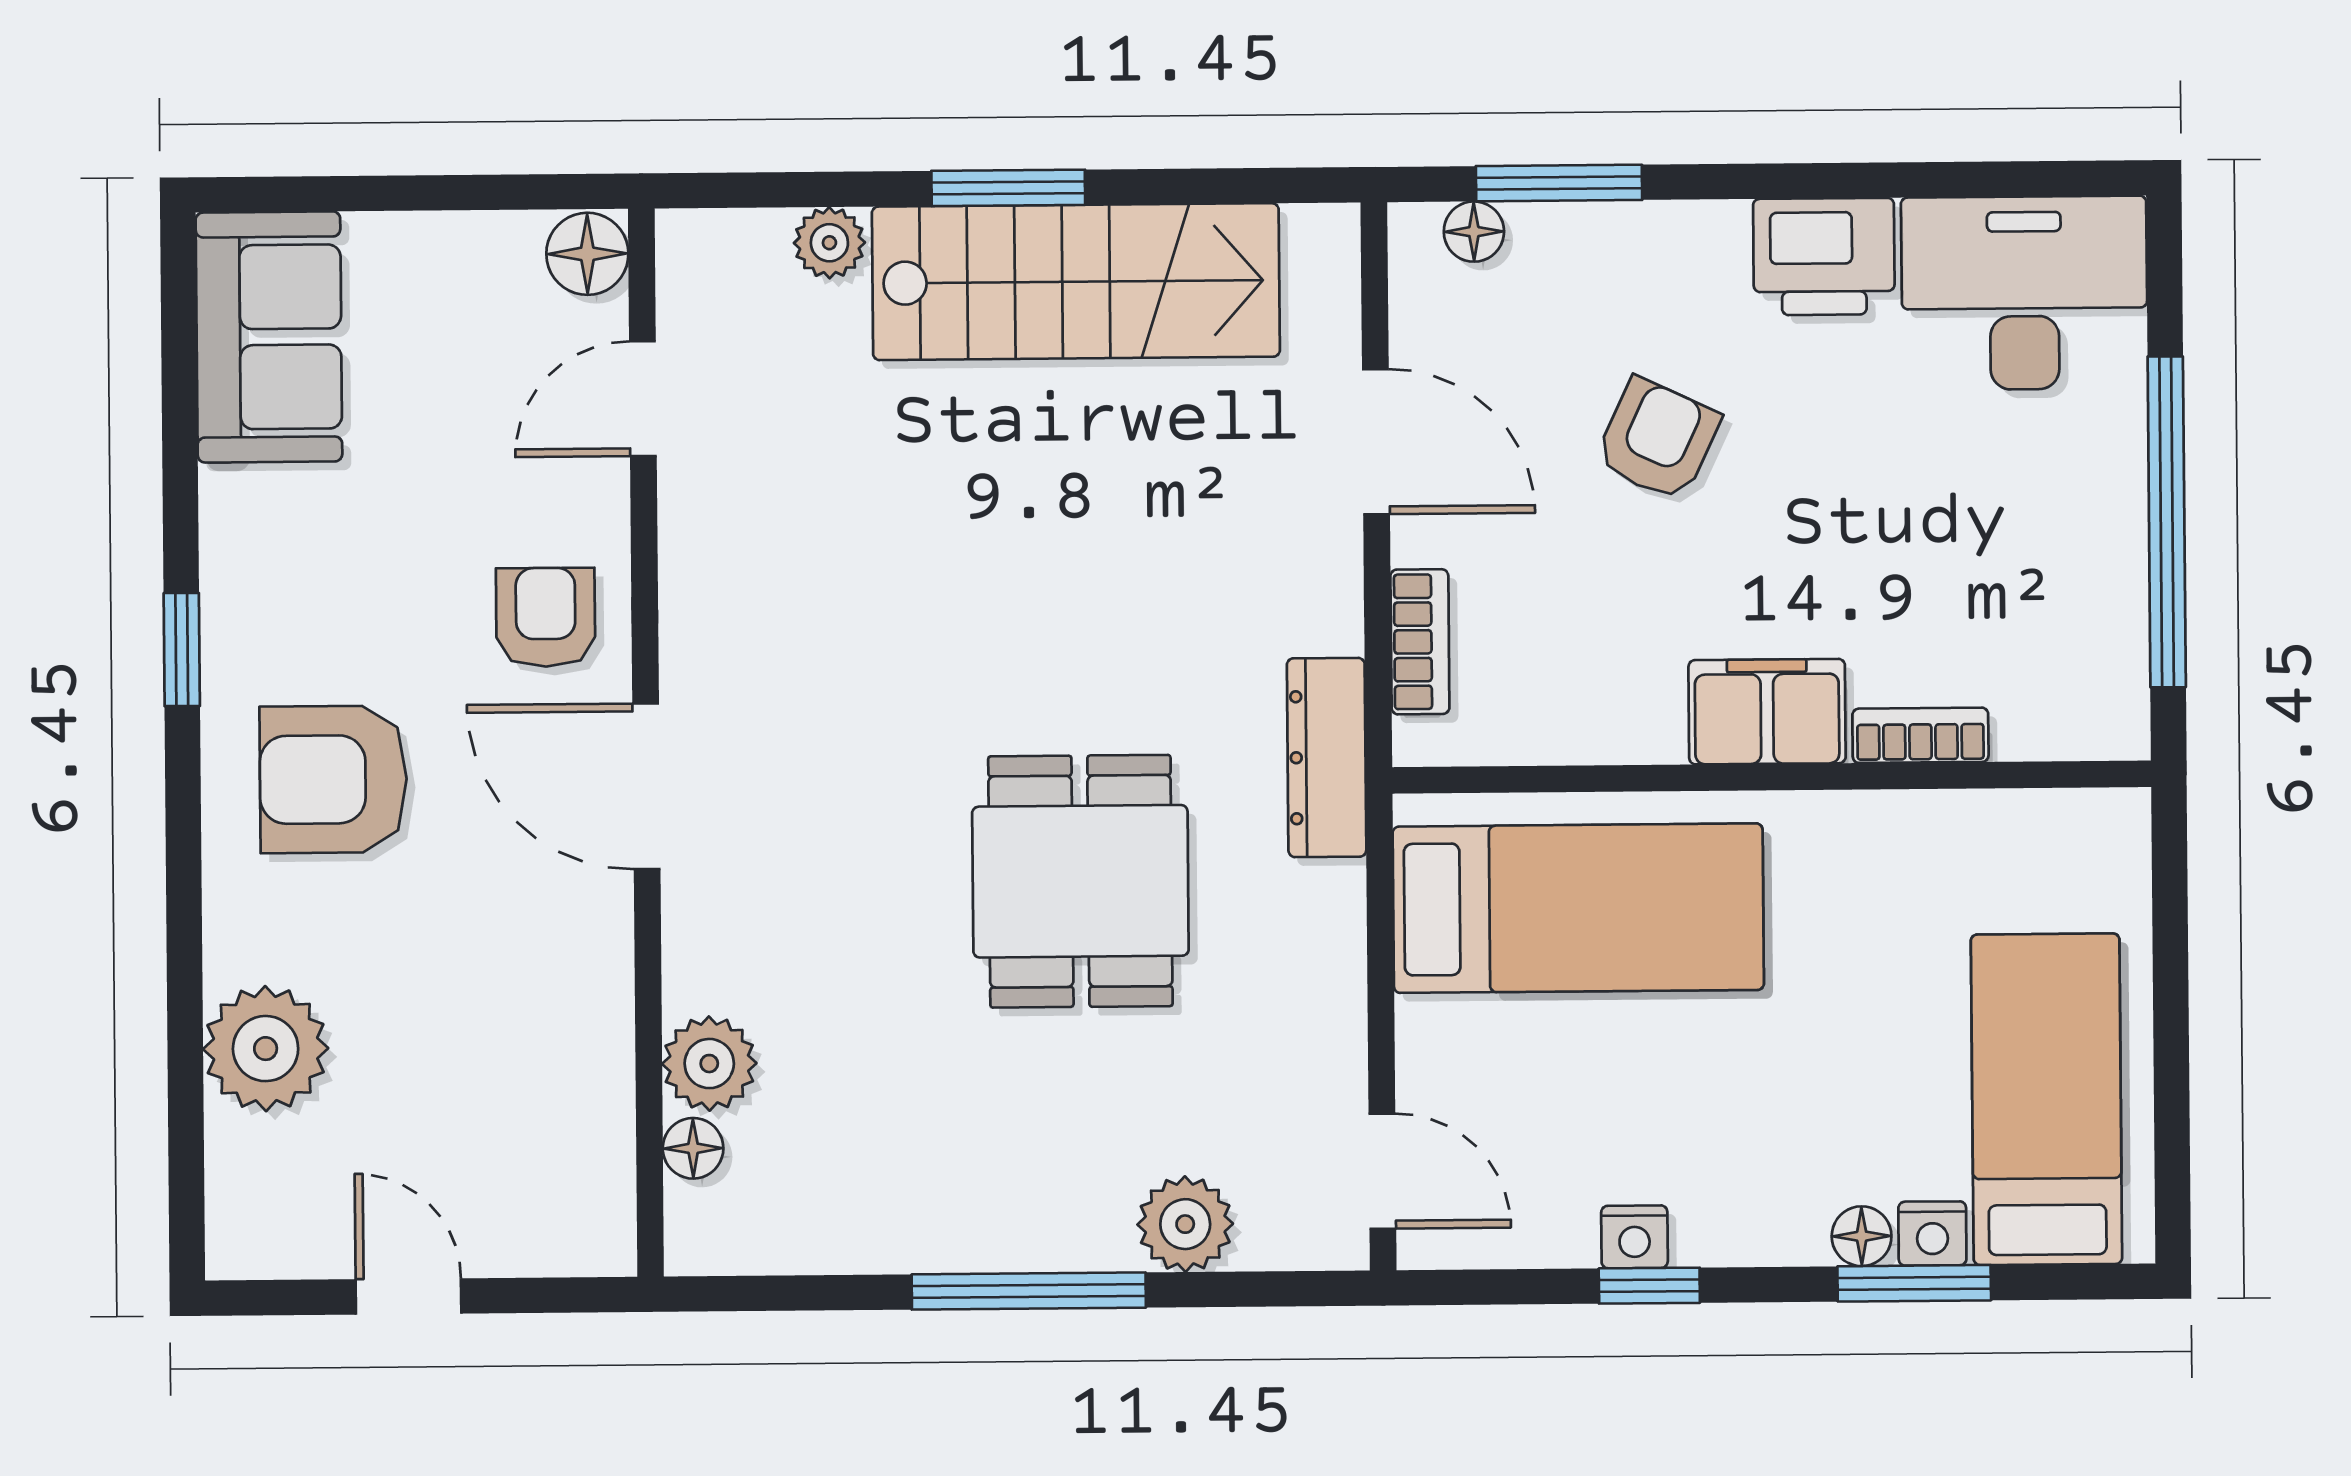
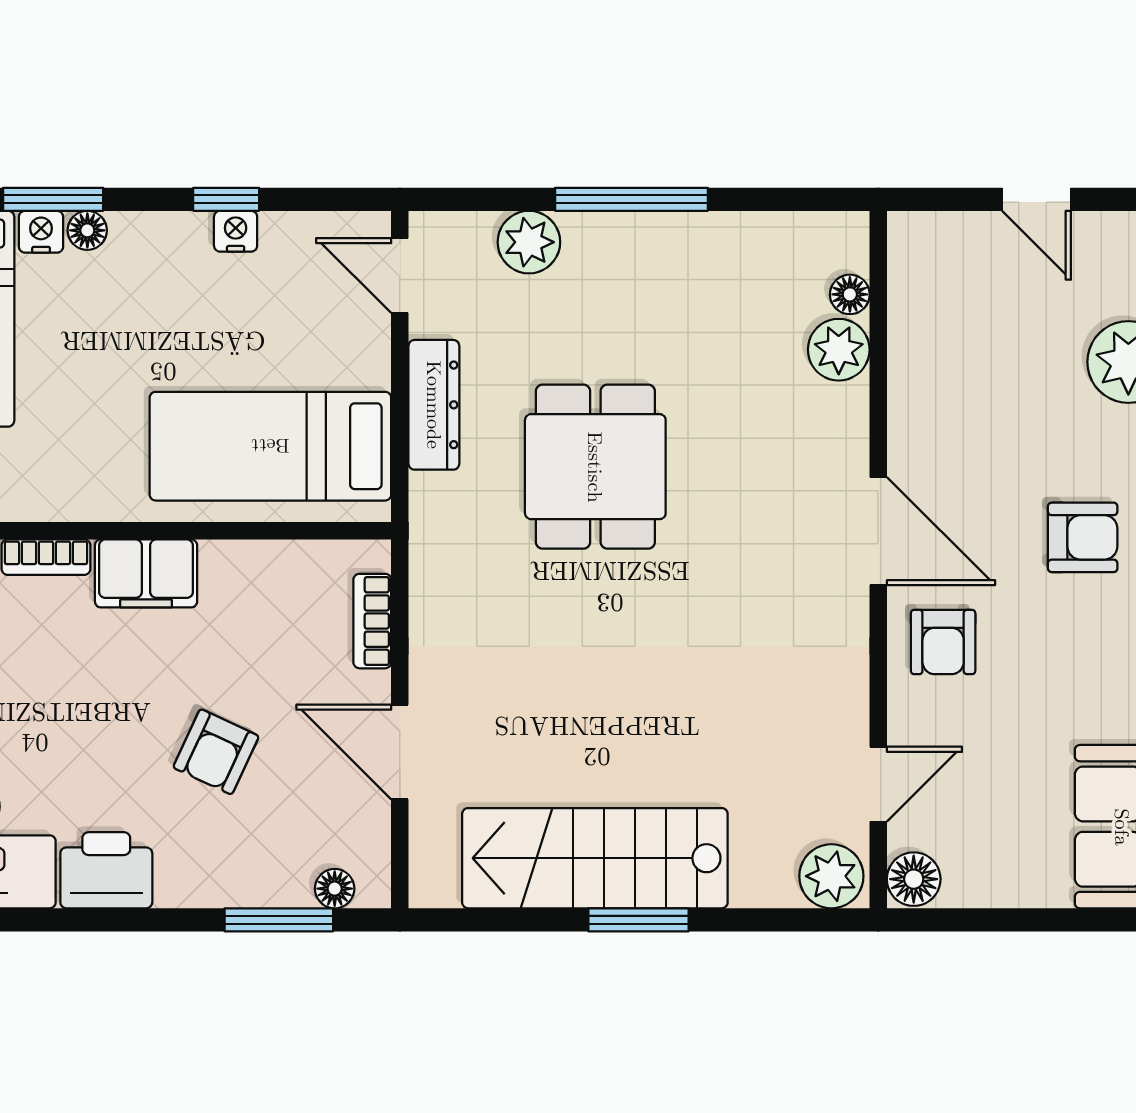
plant: (829, 243) -> (831, 876), moved, width x1.38, depth x1.38
dresser: (1327, 758) -> (434, 405), moved
armchair: (333, 779) -> (1083, 537), width x0.72, depth x0.72

